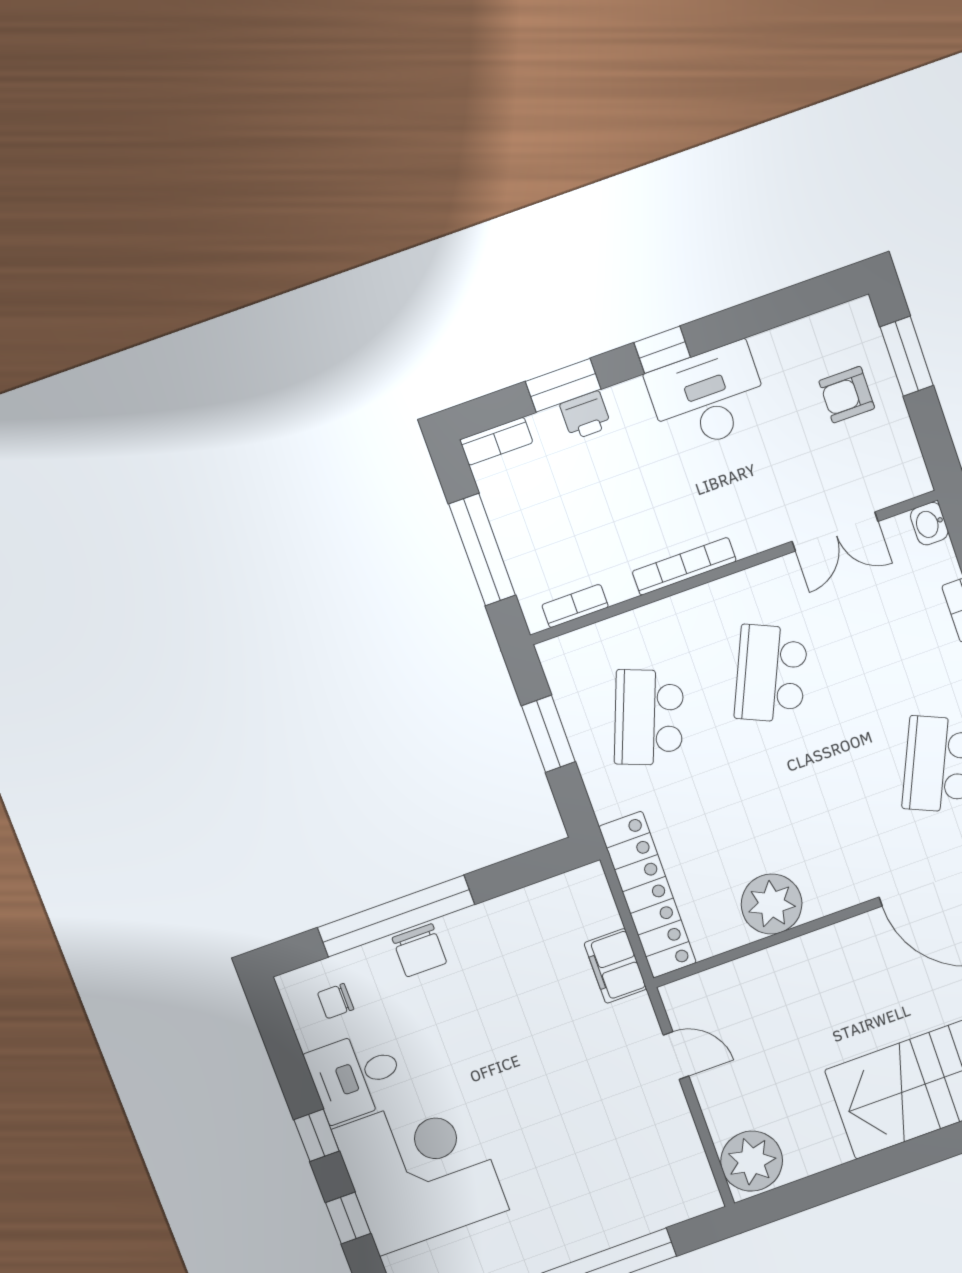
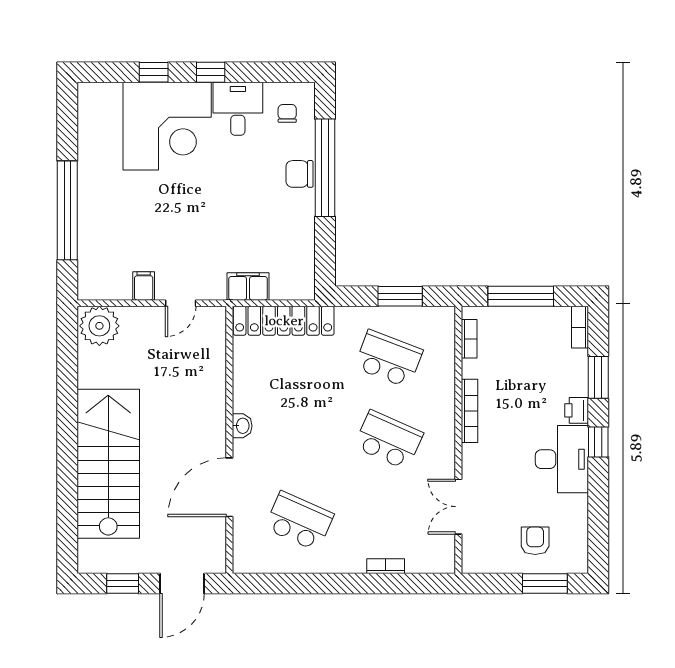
printer: (585, 415) -> (577, 410), moved
washbasin: (929, 524) -> (242, 426), moved, turned 90
plant: (772, 904) -> (251, 392), removed
filing cabinet: (670, 1119) -> (144, 286), added

